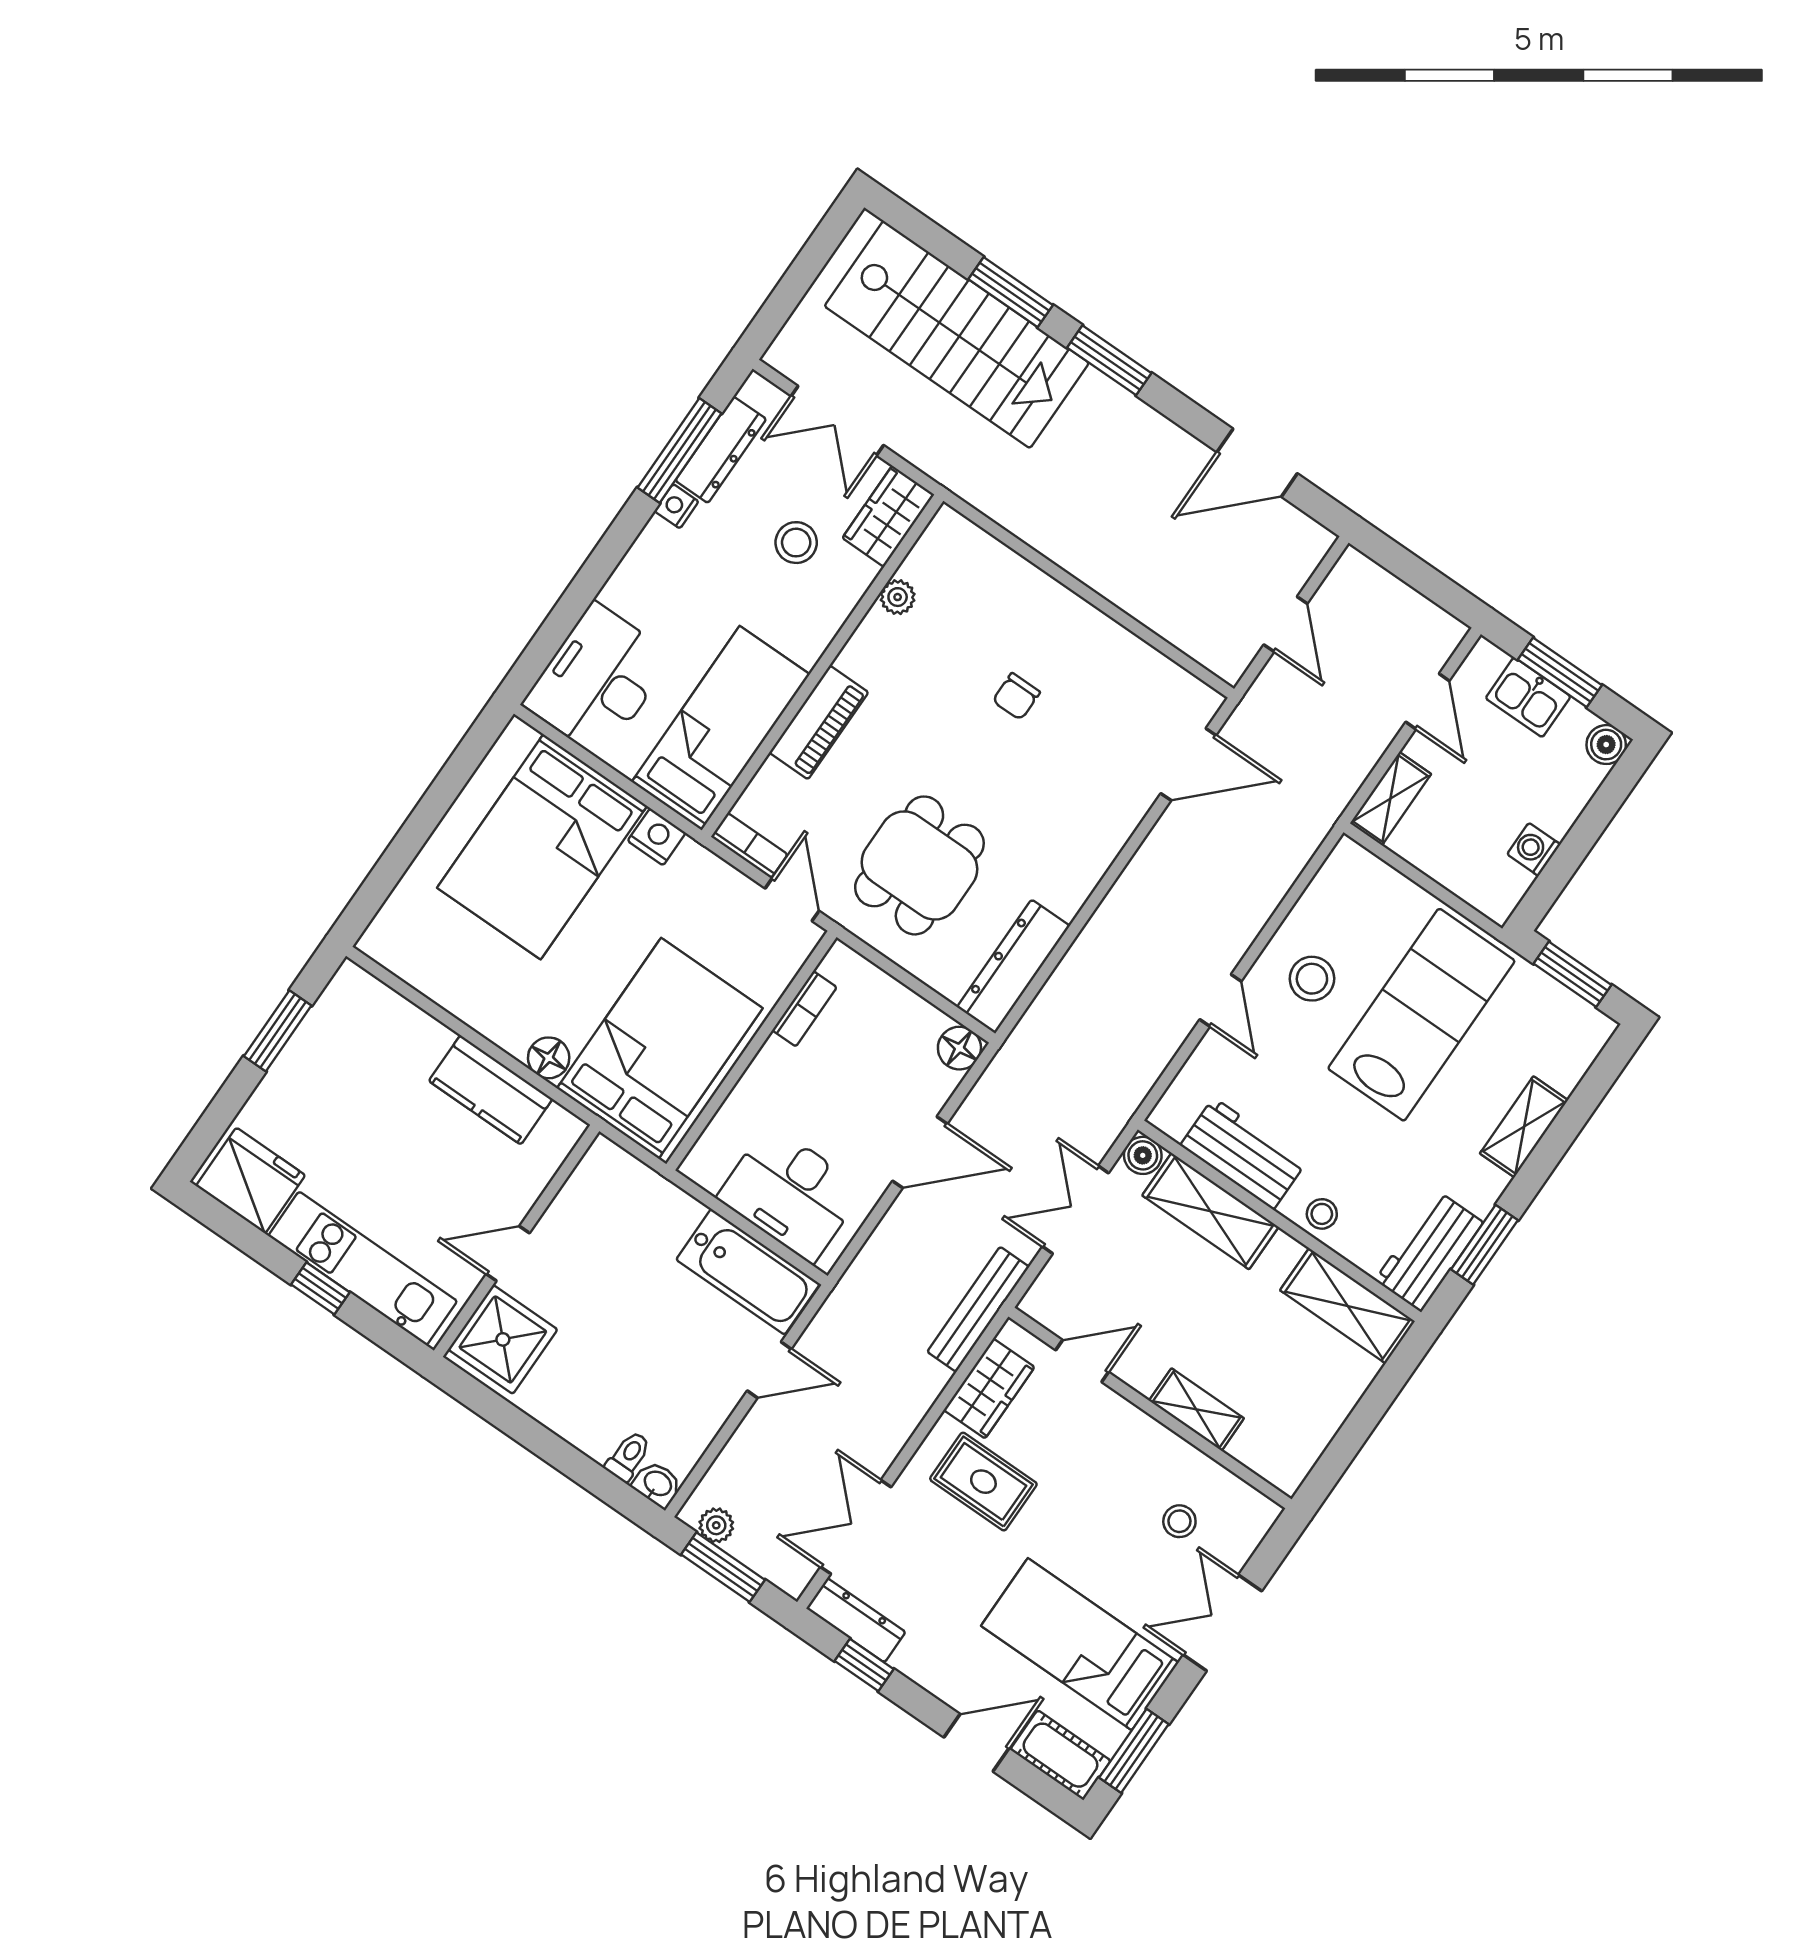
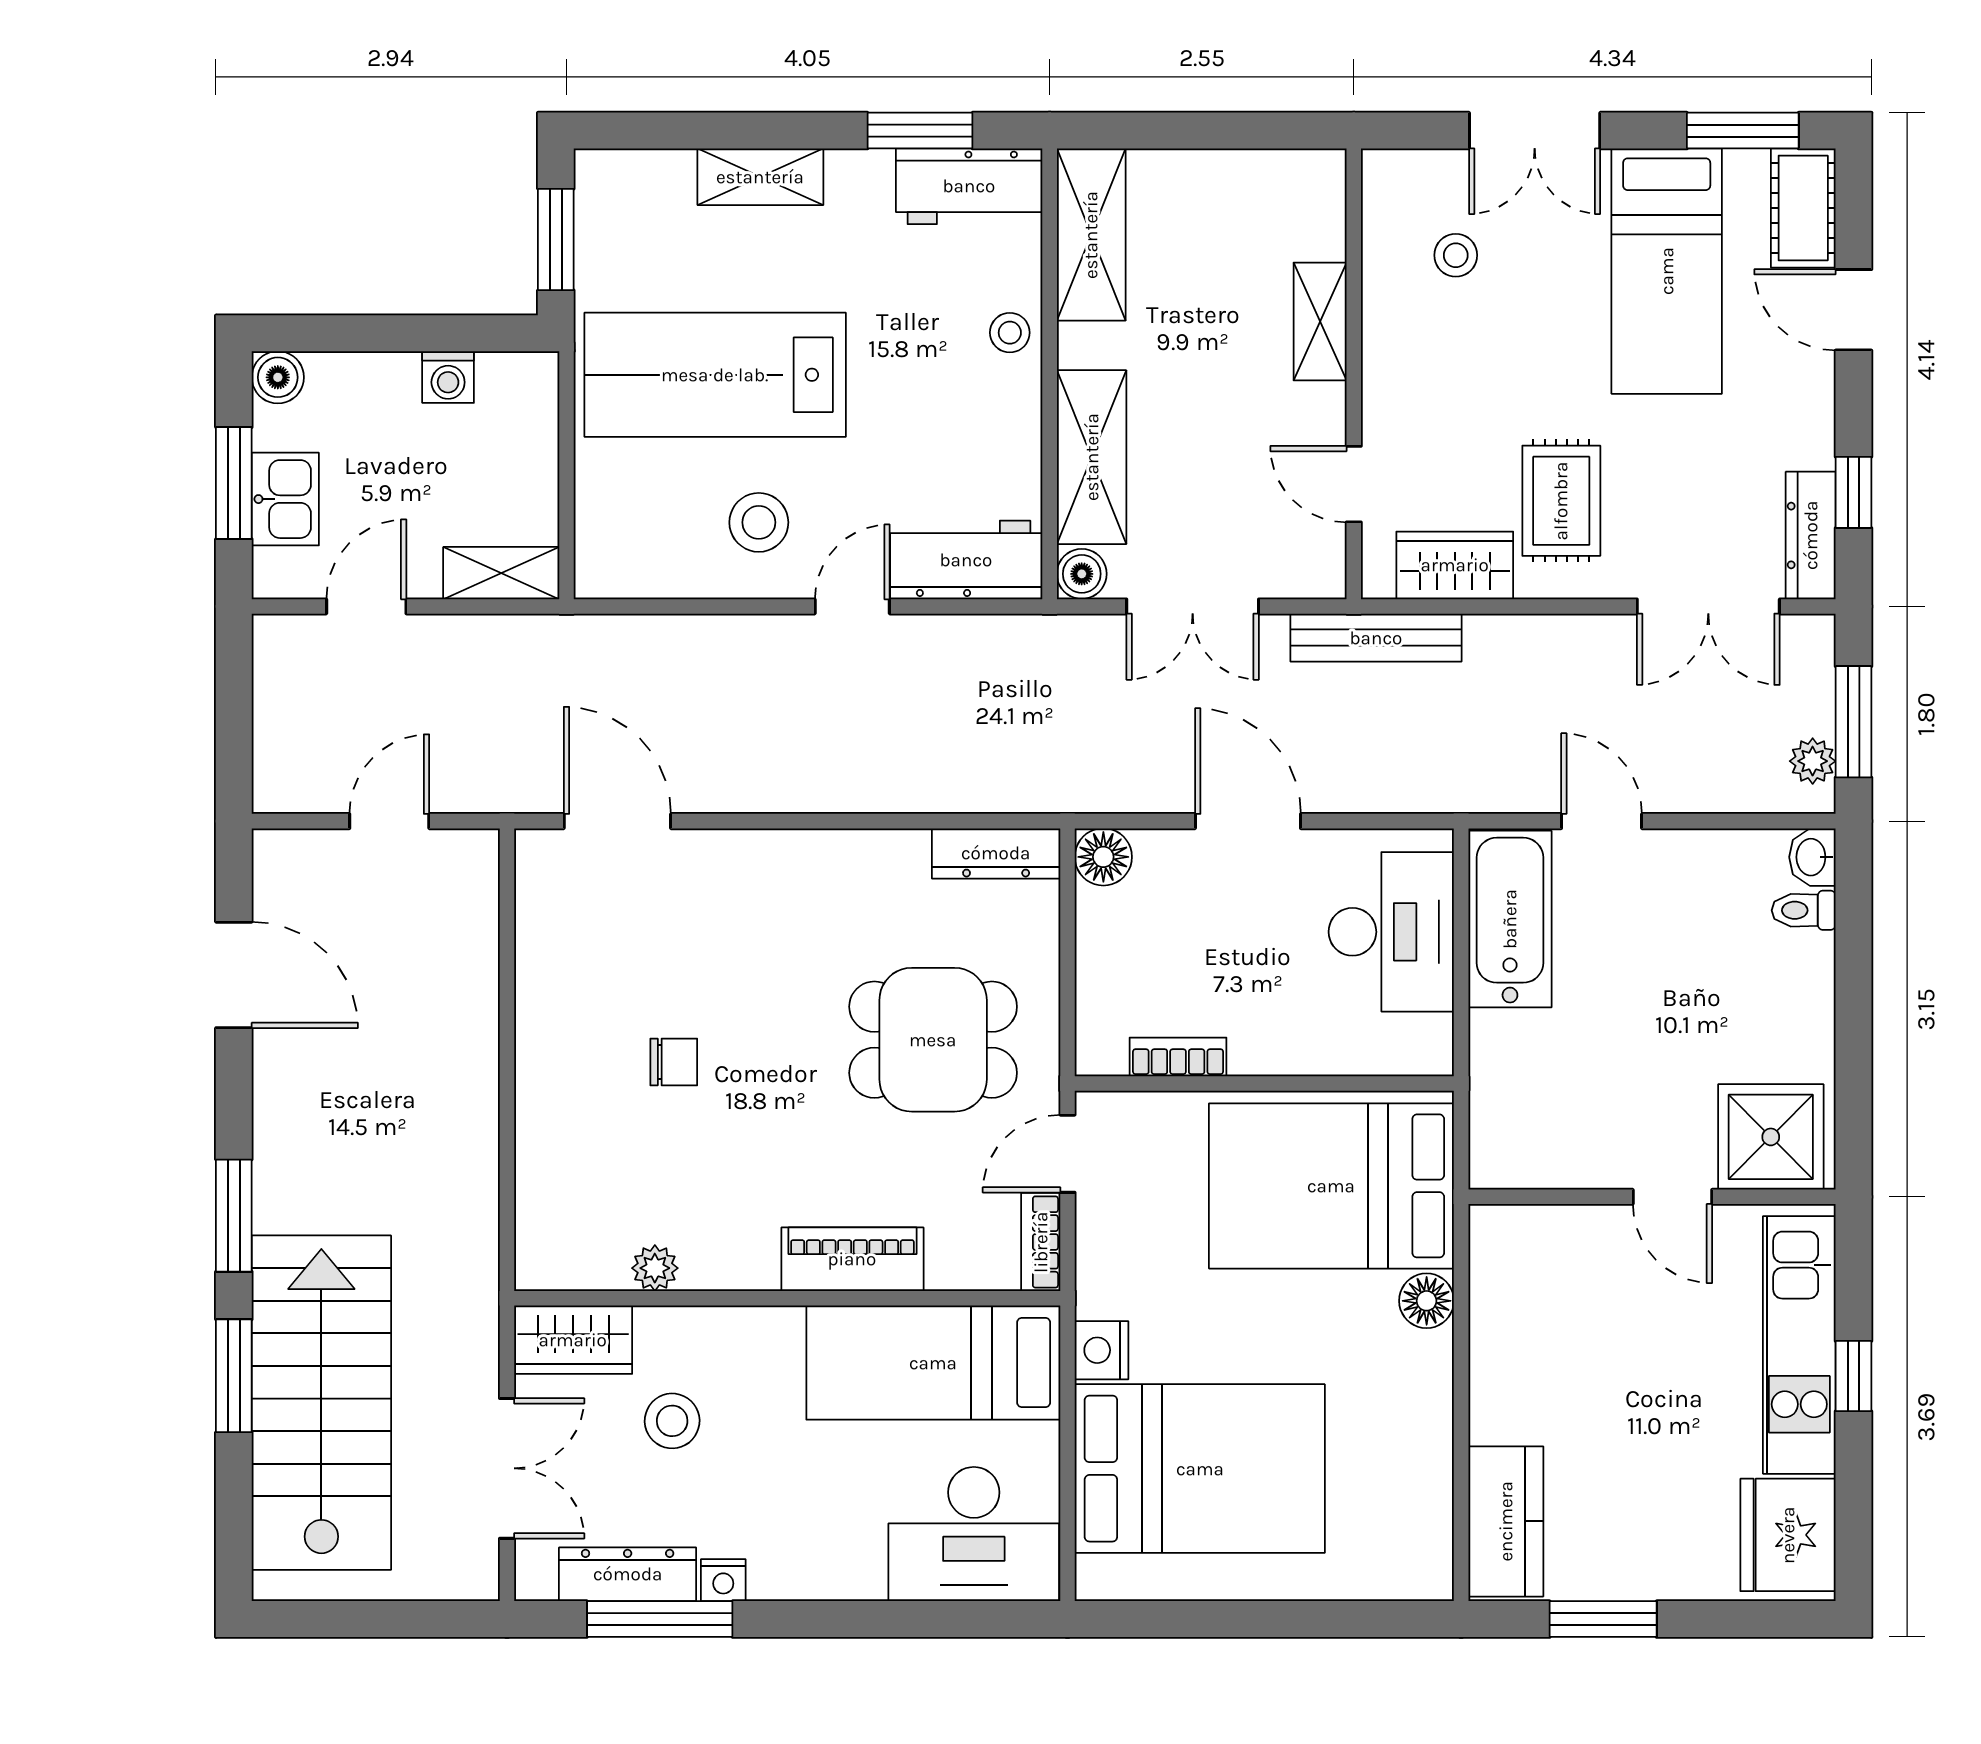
dresser: (1013, 967) -> (996, 853), width x0.73, depth x0.80
kitchen counter: (491, 1090) -> (1506, 1521), moved
workbench: (1243, 1154) -> (966, 560), moved, turned 90

